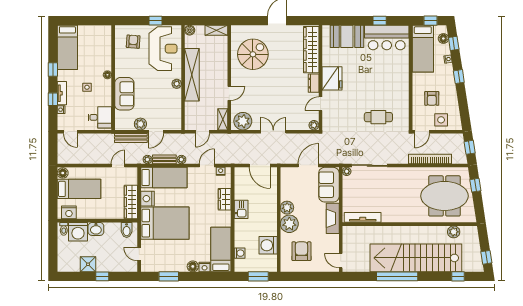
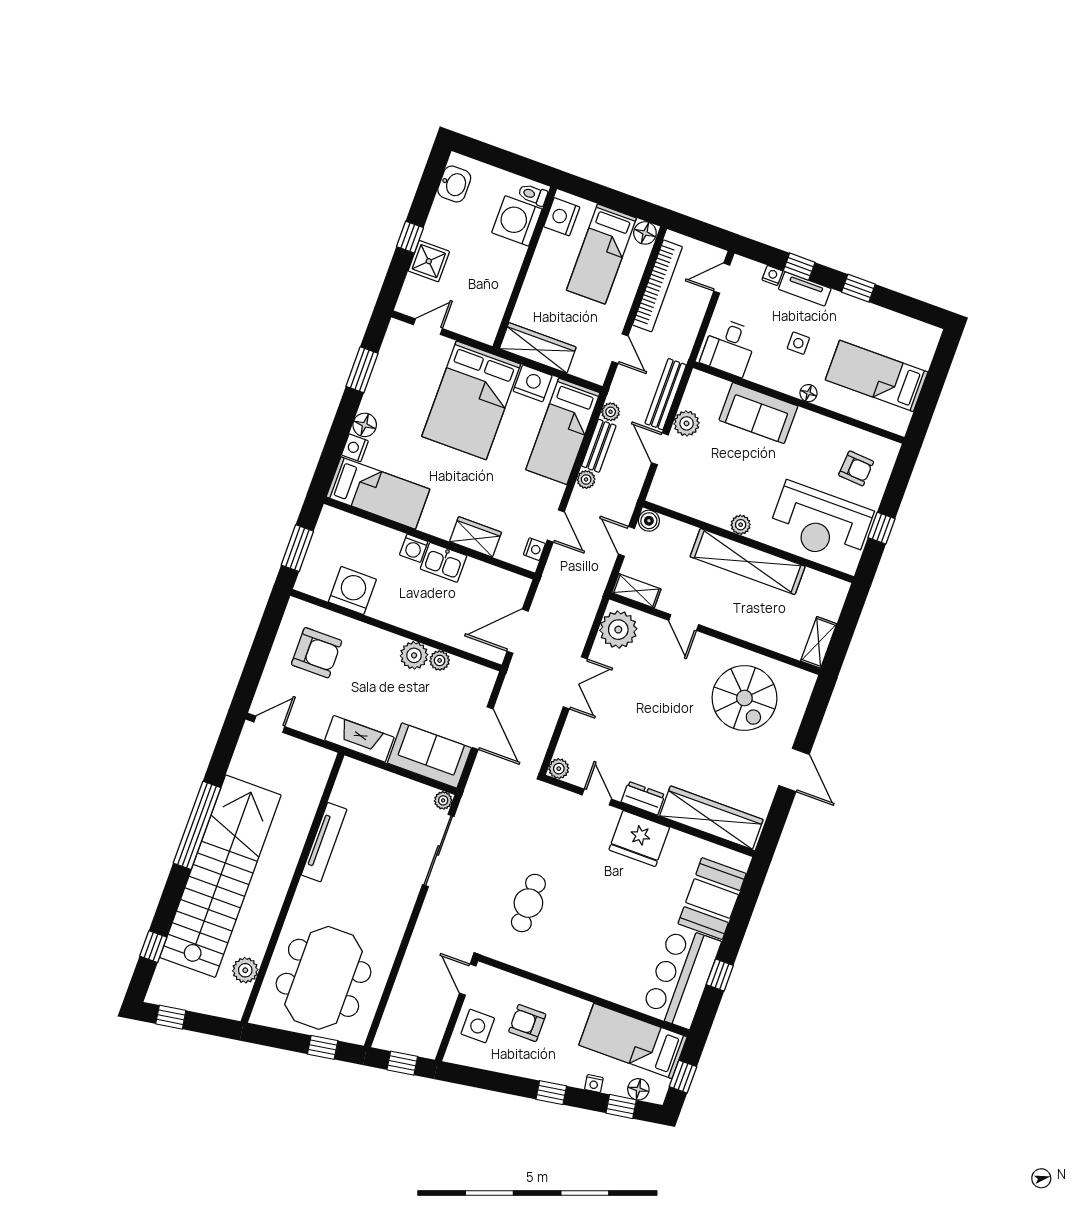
boiler: (190, 30) -> (649, 521), moved
bed: (67, 47) -> (877, 376), moved
bookcase: (430, 159) -> (657, 286), moved
tv unit: (363, 217) -> (324, 842), moved
plant: (289, 224) -> (440, 660), moved, width x0.53, depth x0.53
washbasin: (96, 229) -> (454, 184), moved, turned 180
bidet: (127, 230) -> (485, 319), removed
washing machine: (240, 253) -> (414, 548), moved
shower: (88, 264) -> (429, 261), moved

